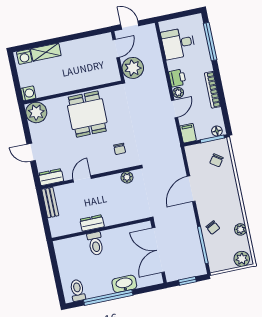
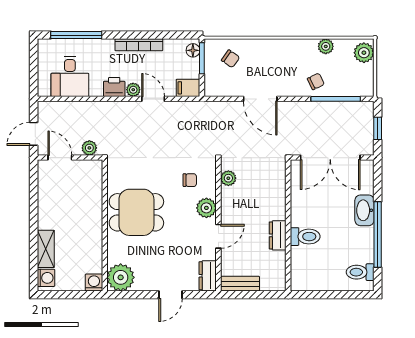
plant: (133, 68) -> (89, 148), width x0.53, depth x0.53
plant: (101, 166) -> (206, 208), added
door: (82, 179) -> (218, 236), swing flipped

